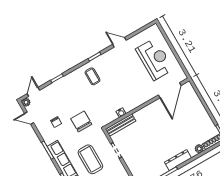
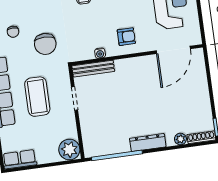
armchair: (134, 94) -> (126, 37), added
chair: (81, 121) -> (45, 44), turned 180

